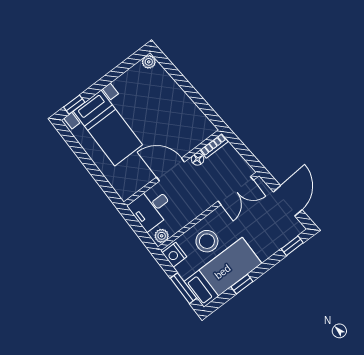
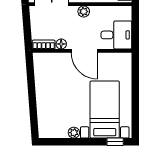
plant: (149, 62) -> (74, 133), moved
plant: (162, 236) -> (84, 11), moved

